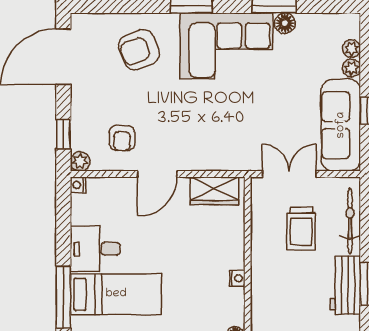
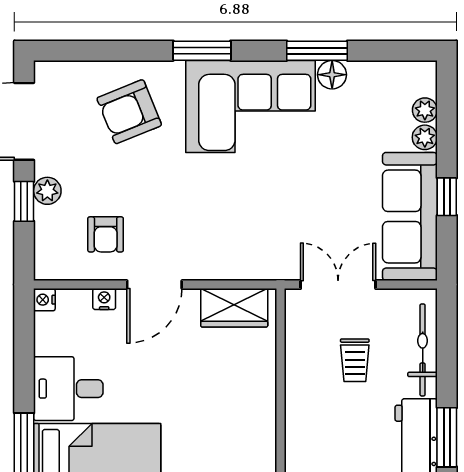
window: (63, 134) -> (24, 201), moved
plant: (80, 161) -> (47, 191), moved
trolley: (301, 228) -> (355, 360), width x0.73, depth x0.72
nightstand: (237, 278) -> (104, 299), moved, turned -90

